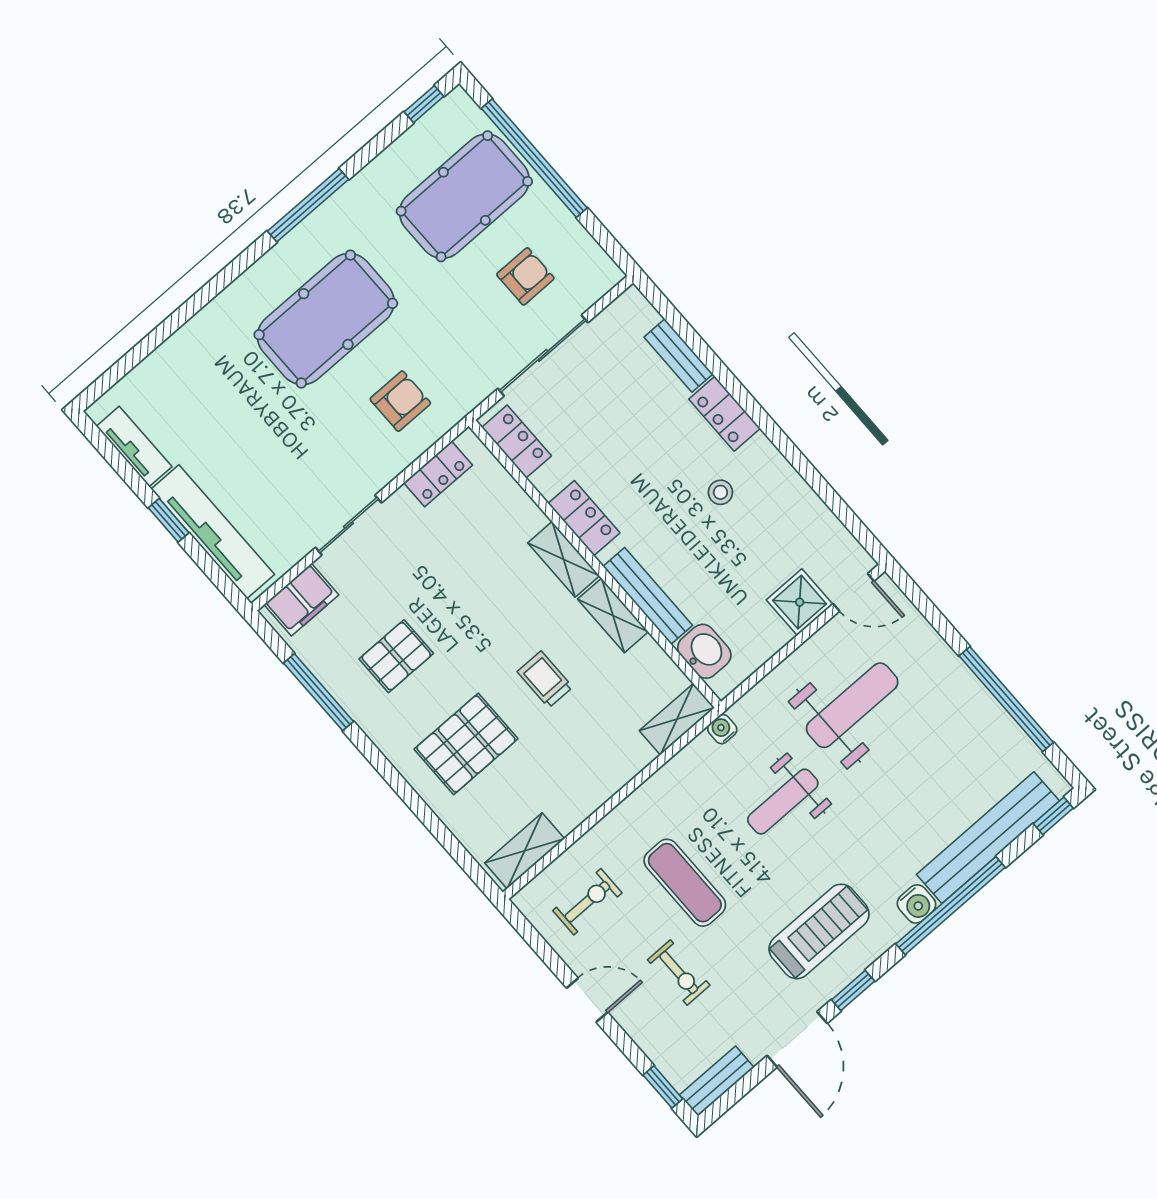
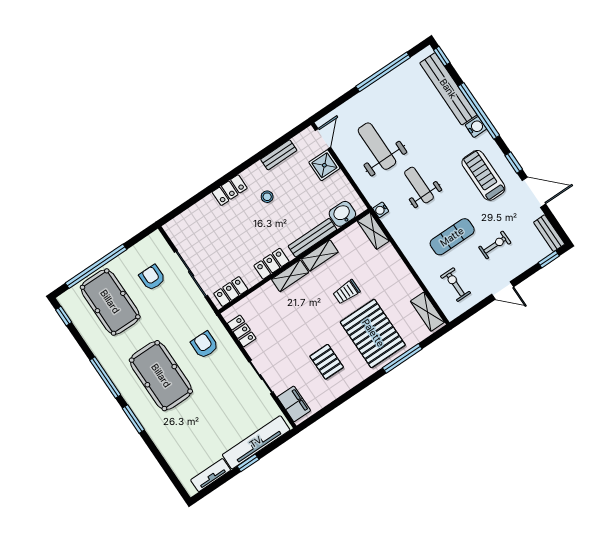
window: (230, 273) -> (133, 419), added
bench: (678, 356) -> (279, 155), moved
window: (319, 692) -> (402, 358), moved
pallet: (466, 744) -> (373, 333), width x1.37, depth x1.41
weight bench: (783, 802) -> (419, 185), turned 180
door: (587, 1000) -> (503, 290), swing flipped

